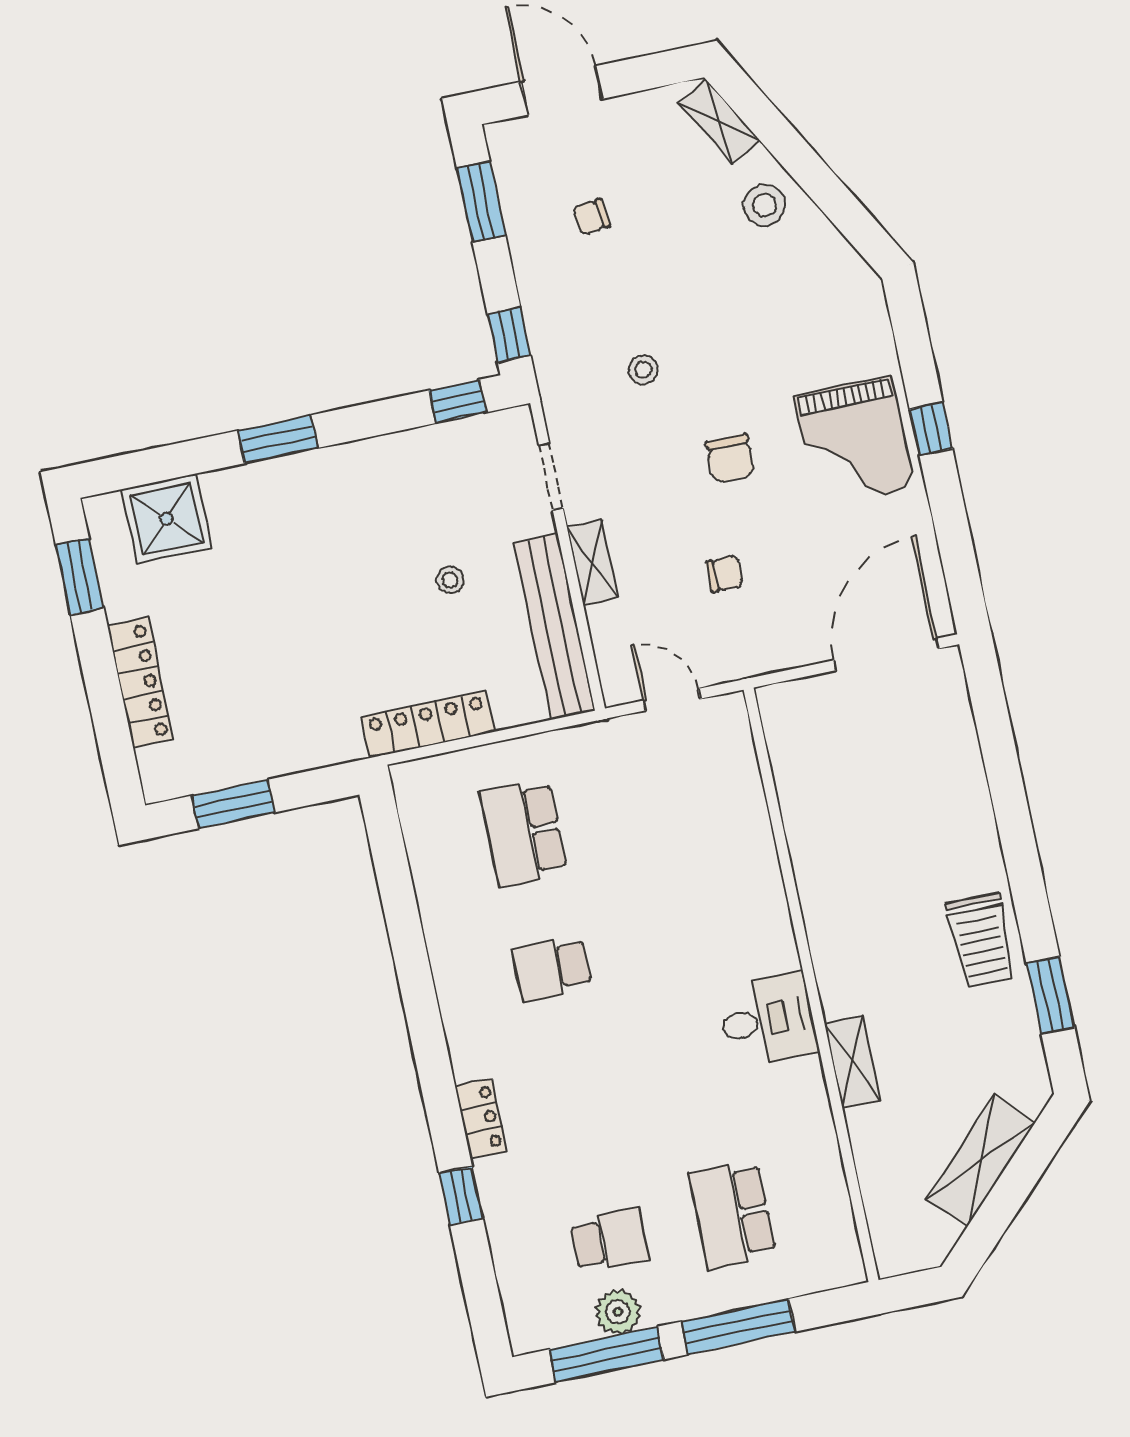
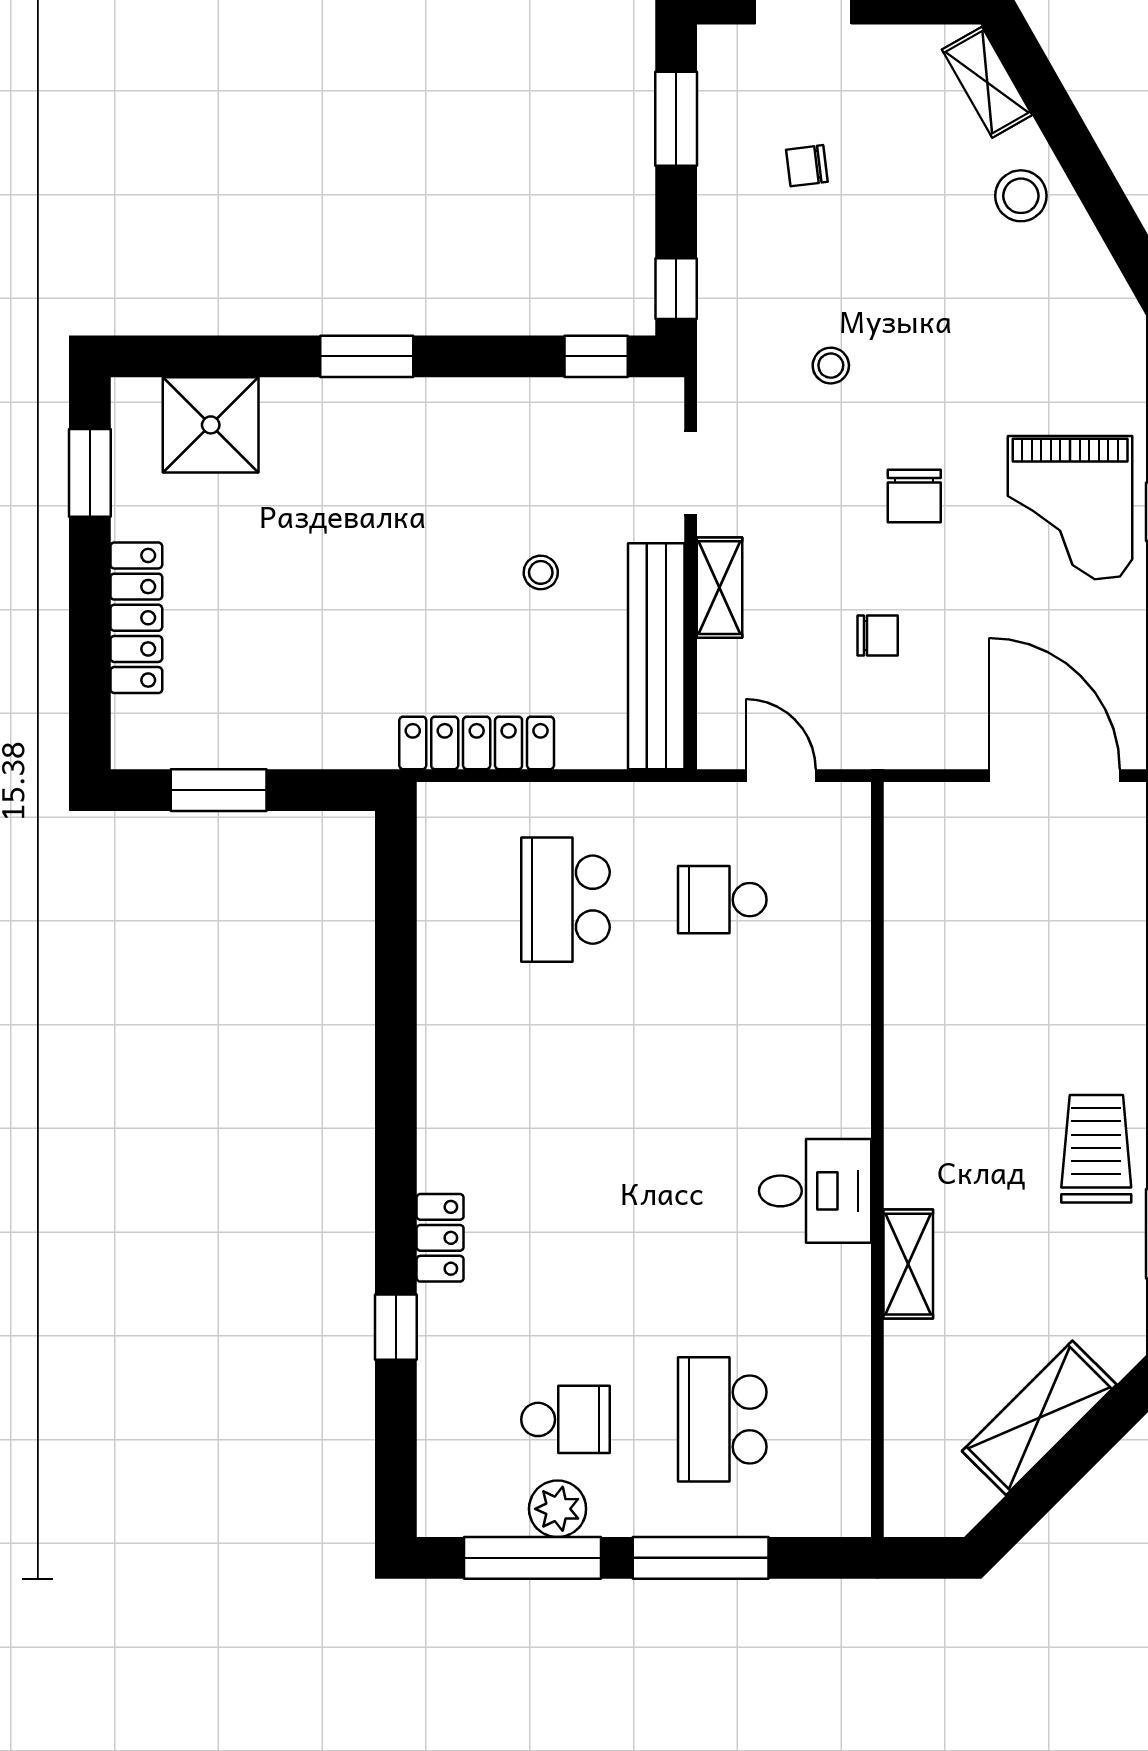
door: (886, 654) -> (1054, 776), hinge flipped
trolley: (981, 940) -> (1096, 1149), turned 180
school desk: (552, 968) -> (722, 900), moved

